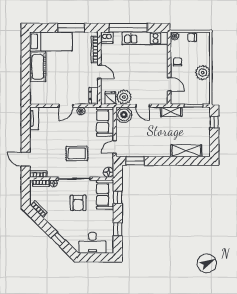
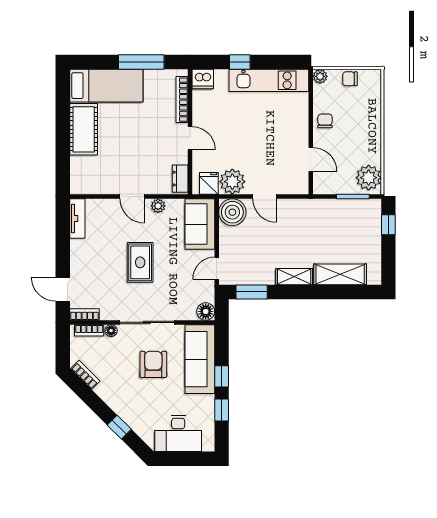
window: (128, 28) -> (240, 62), width x0.32
plant: (203, 73) -> (369, 178), moved
door: (66, 106) -> (132, 197), hinge flipped
shelving: (171, 112) -> (294, 277), moved
rug: (77, 153) -> (140, 262), moved, turned 90
sofa: (105, 195) -> (200, 359), width x1.36
window: (118, 197) -> (222, 376), moved
armchair: (78, 203) -> (153, 364), turned 180

